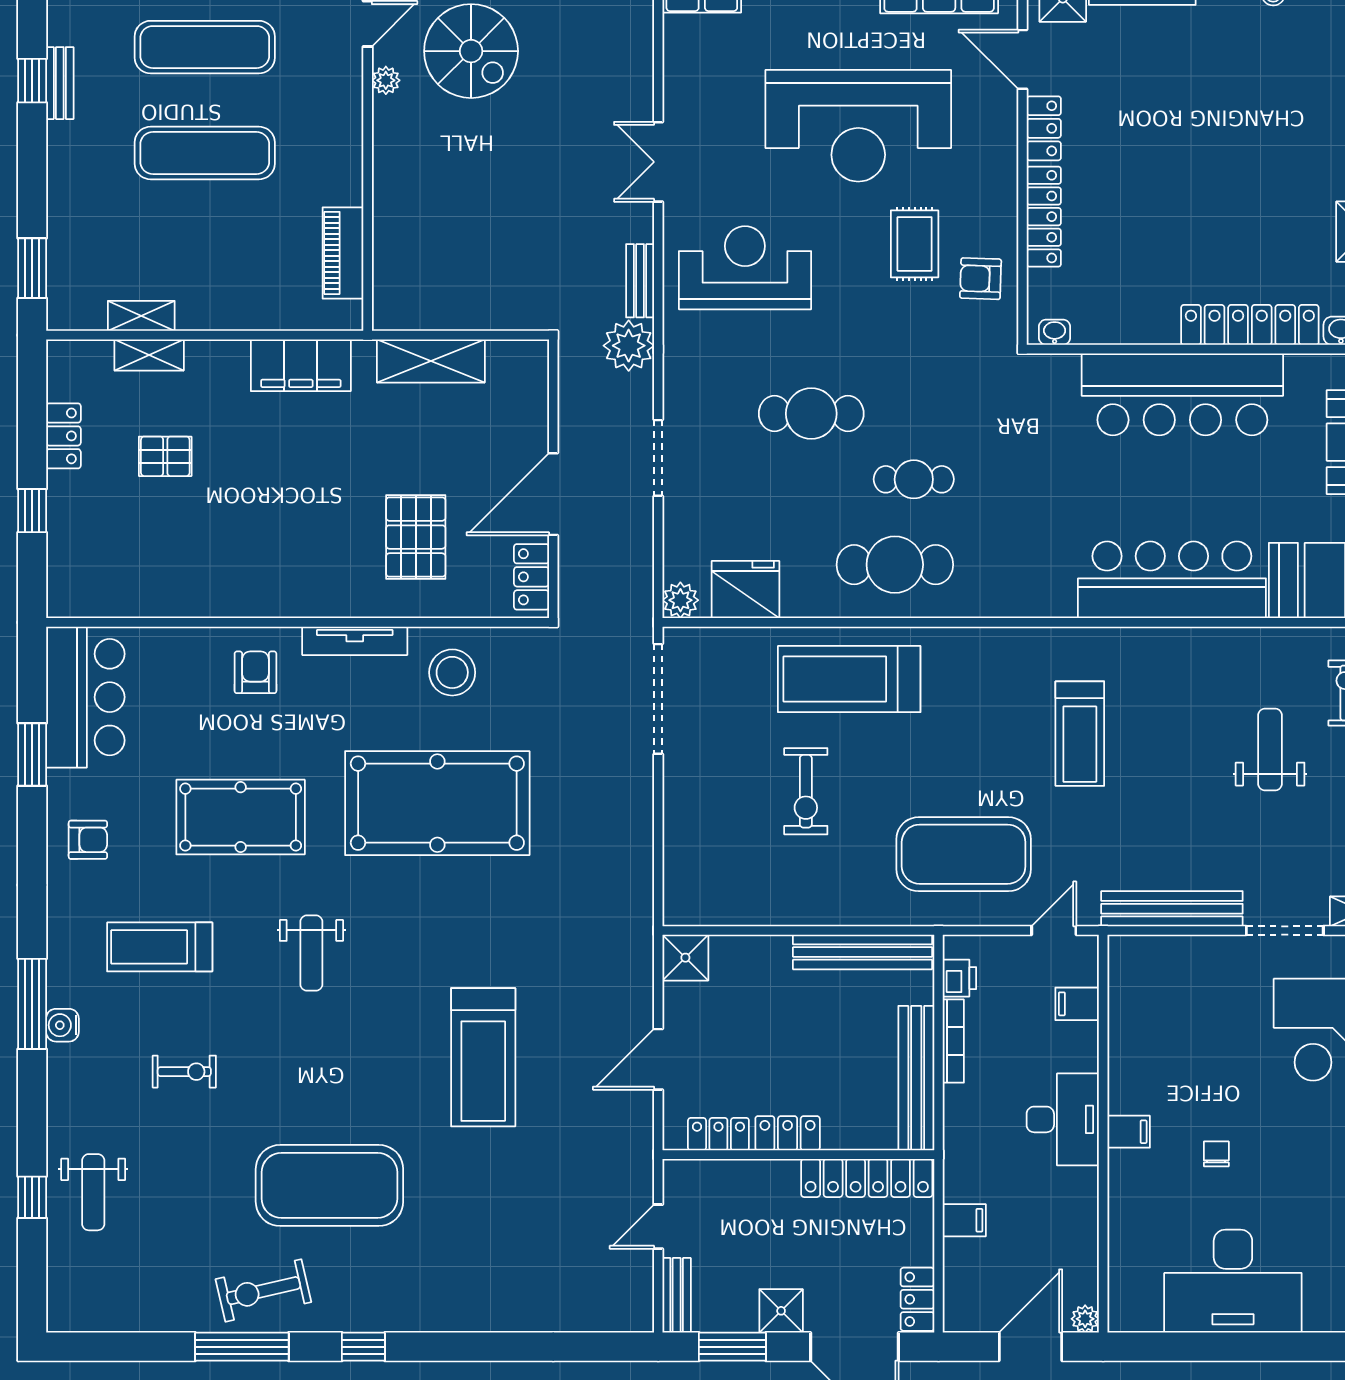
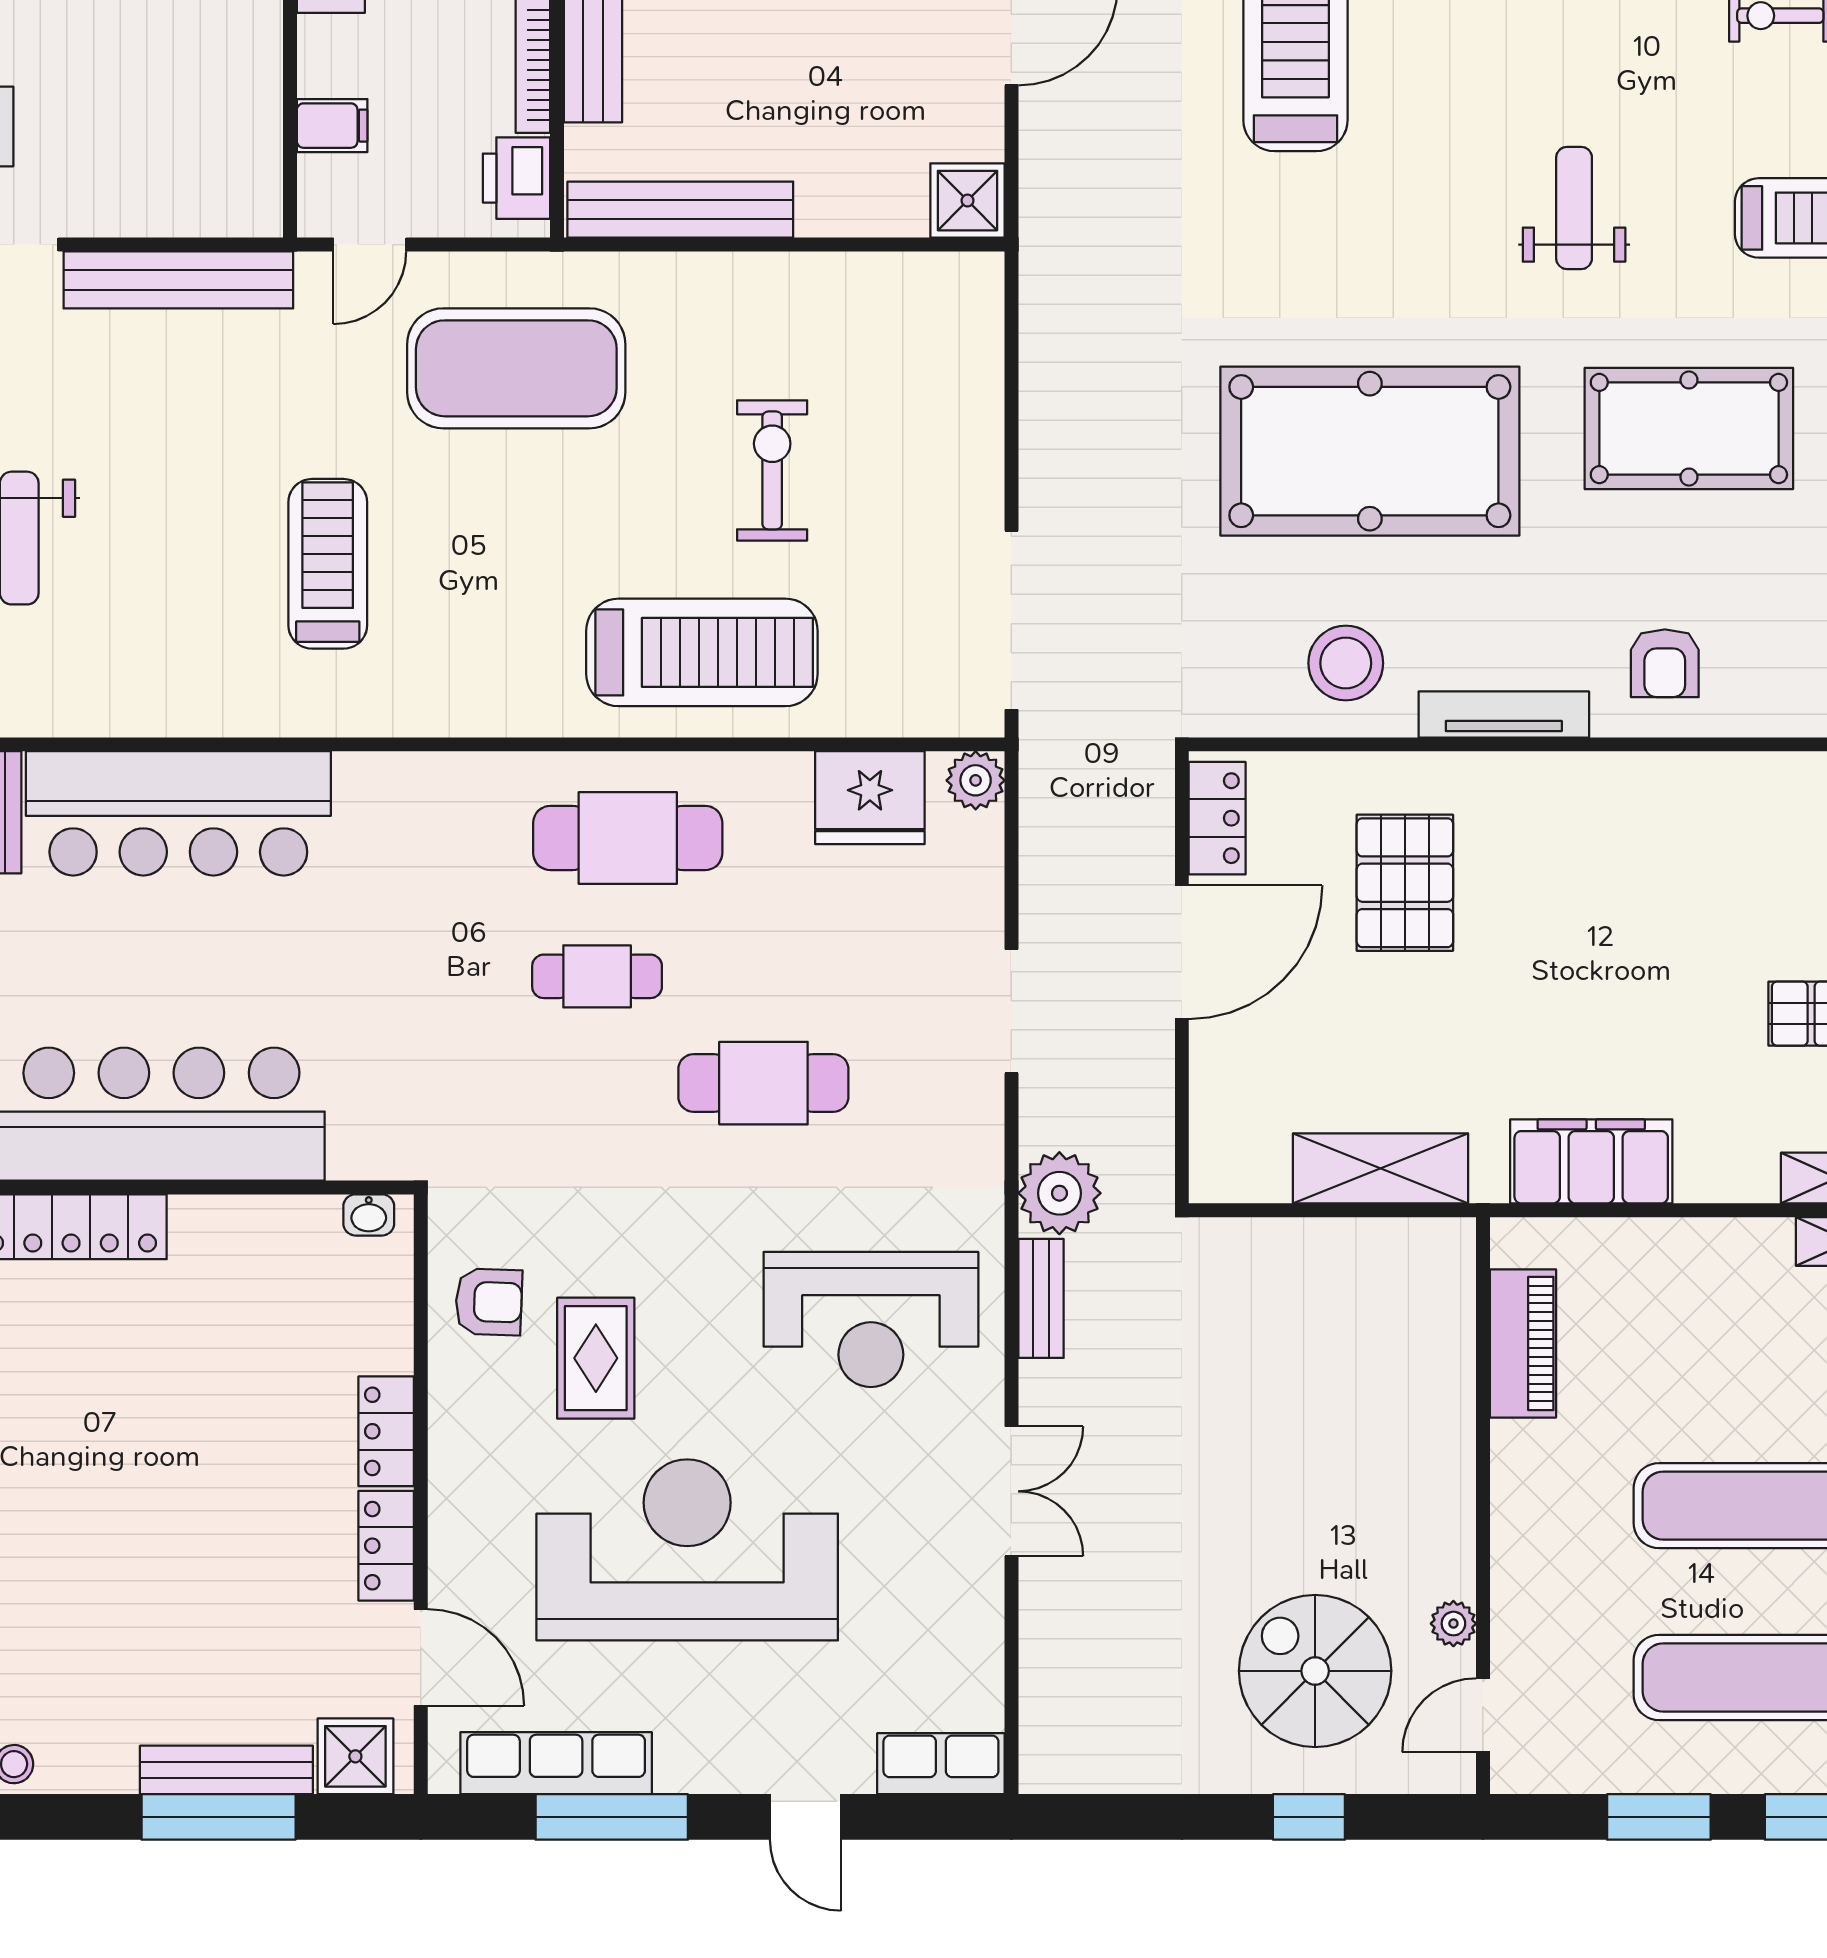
locker: (1044, 217) -> (386, 1431), width x0.66
printer: (959, 978) -> (516, 178), width x1.36, depth x1.24

